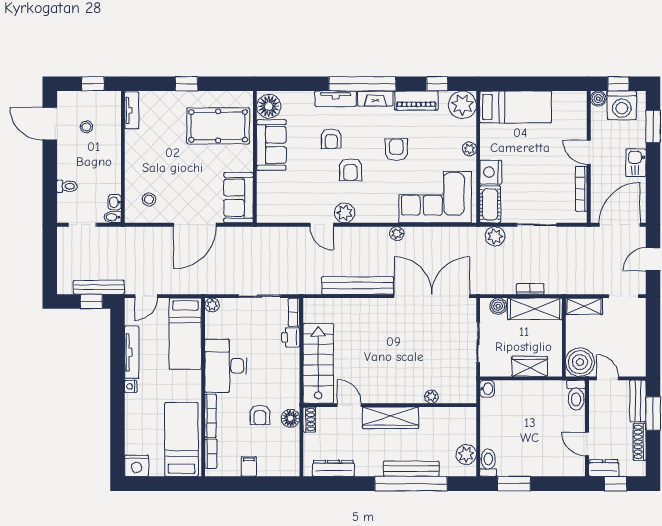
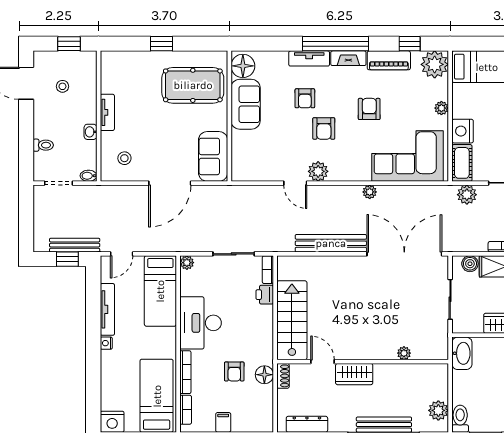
tv unit: (132, 110) -> (107, 112), moved
washbasin: (115, 202) -> (90, 132), moved
washbasin: (487, 389) -> (462, 353), width x1.91, depth x1.45
wardrobe: (390, 418) -> (354, 374), width x0.67

